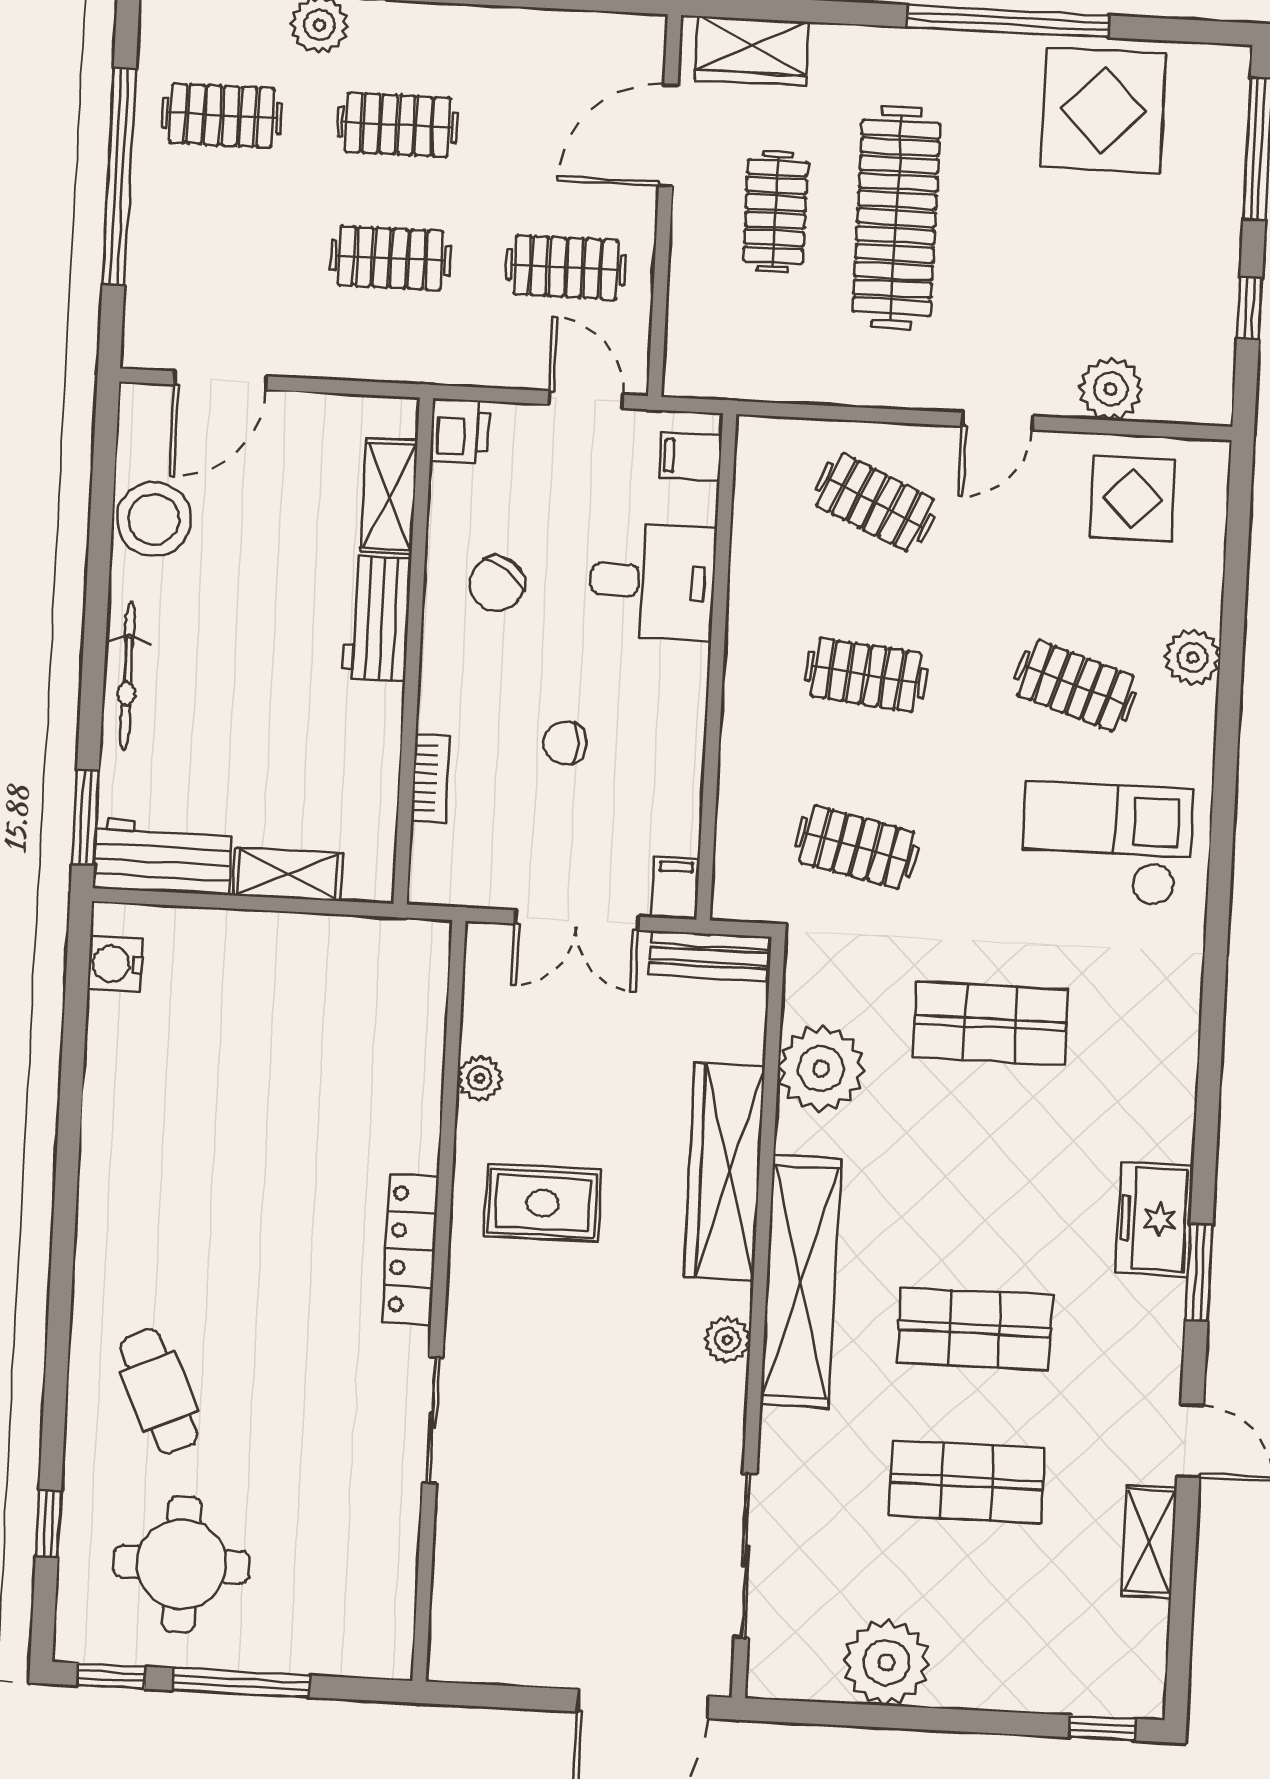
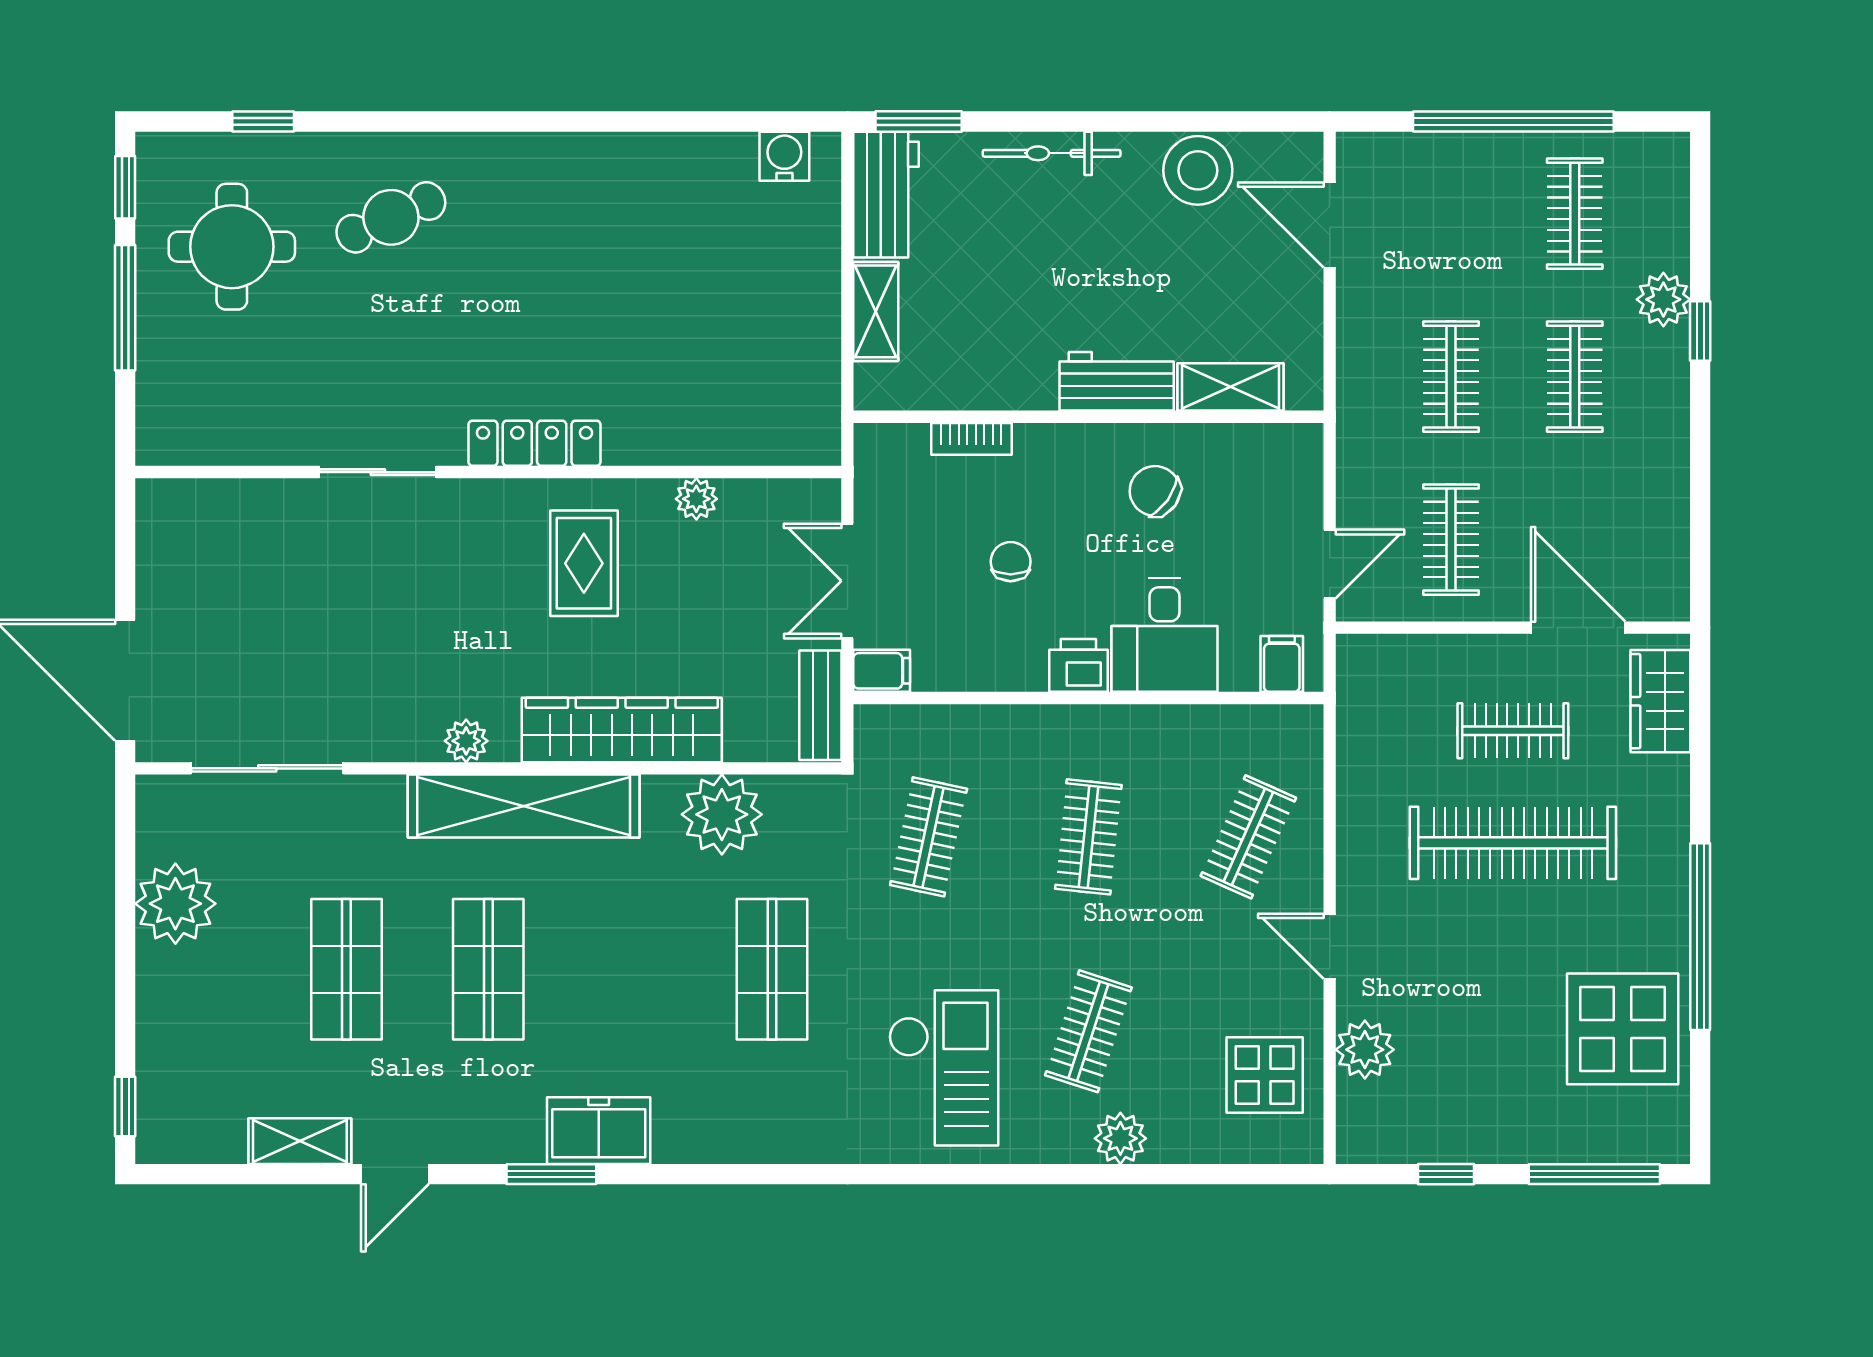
printer: (460, 431) -> (1078, 665), moved, turned 180

